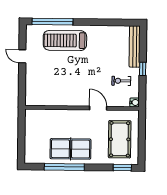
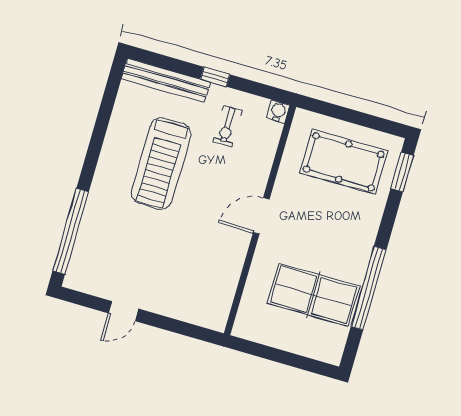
treadmill: (65, 40) -> (161, 164), moved
door: (98, 108) -> (261, 216), moved
table tennis table: (70, 149) -> (314, 295), moved, turned 90

